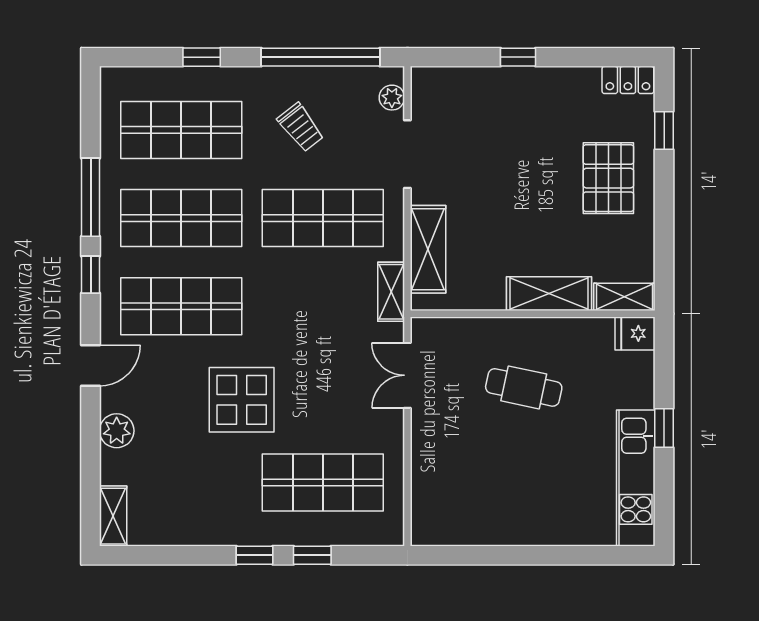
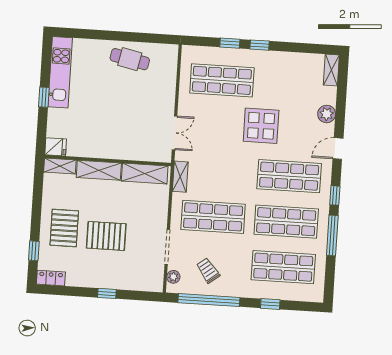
trolley: (301, 127) -> (208, 271), moved
pallet: (526, 168) -> (106, 236), added
shelving: (428, 249) -> (145, 174), moved, turned 90
cafe table: (524, 387) -> (130, 59), moved

